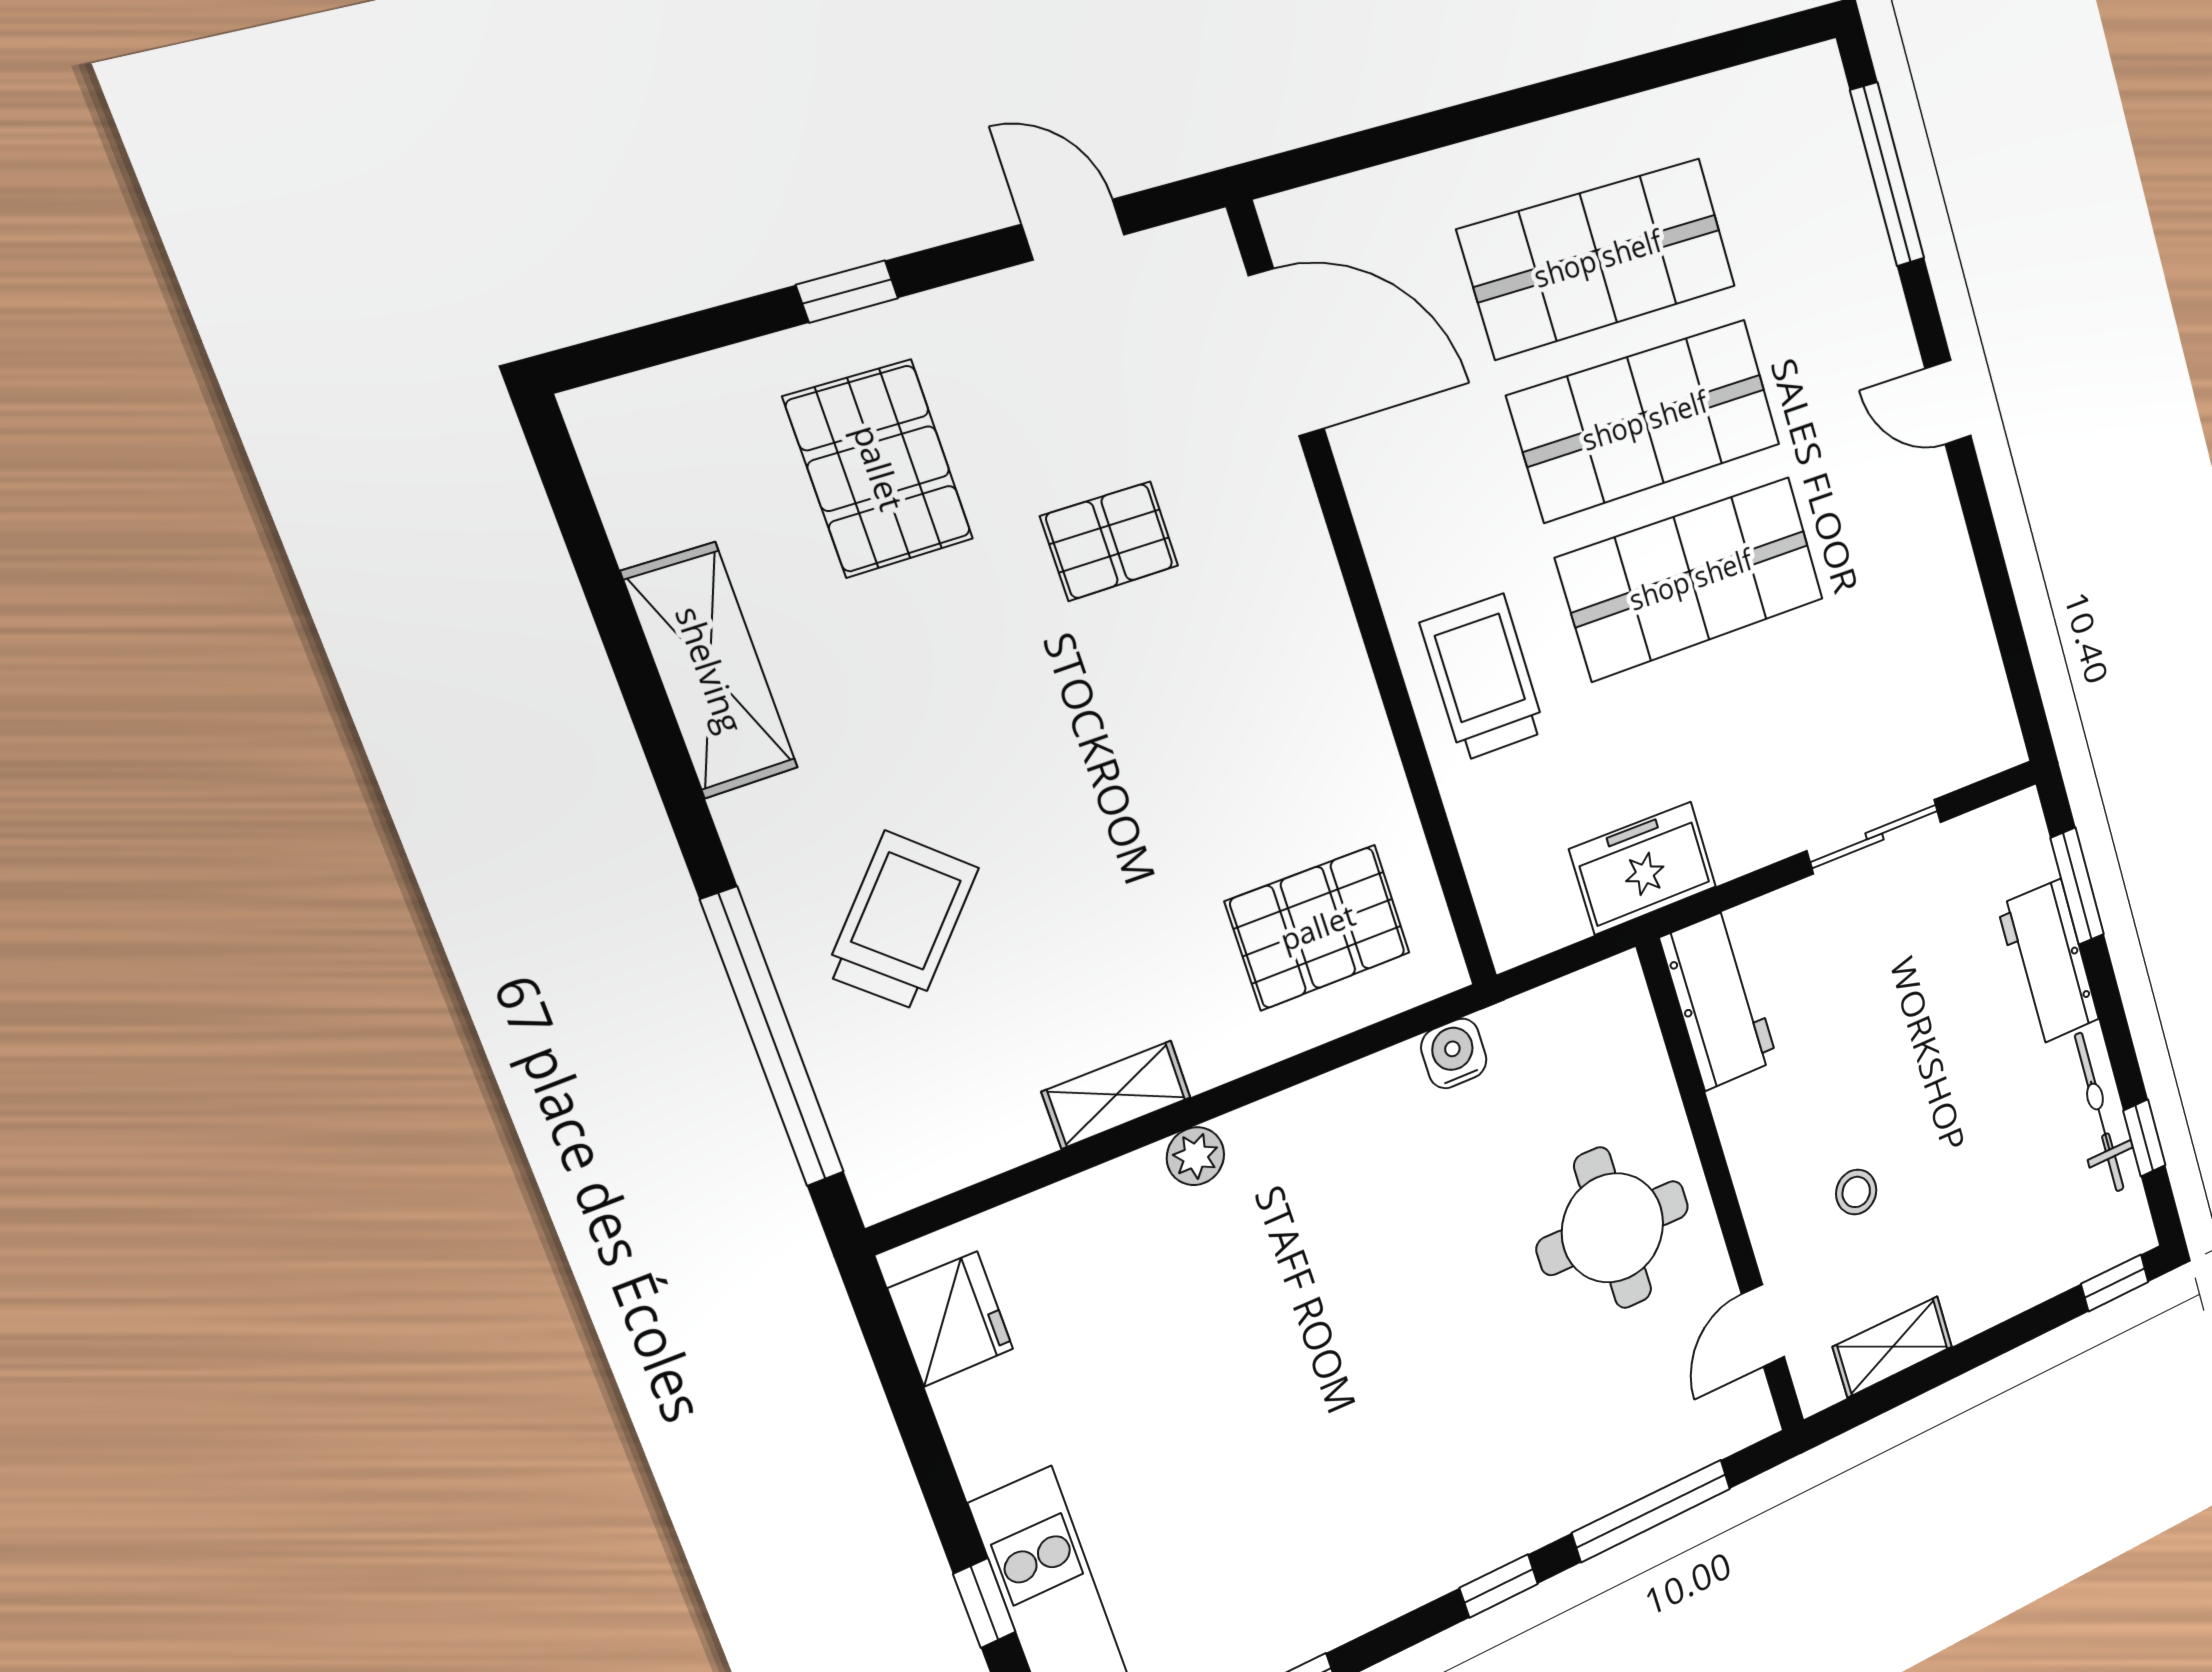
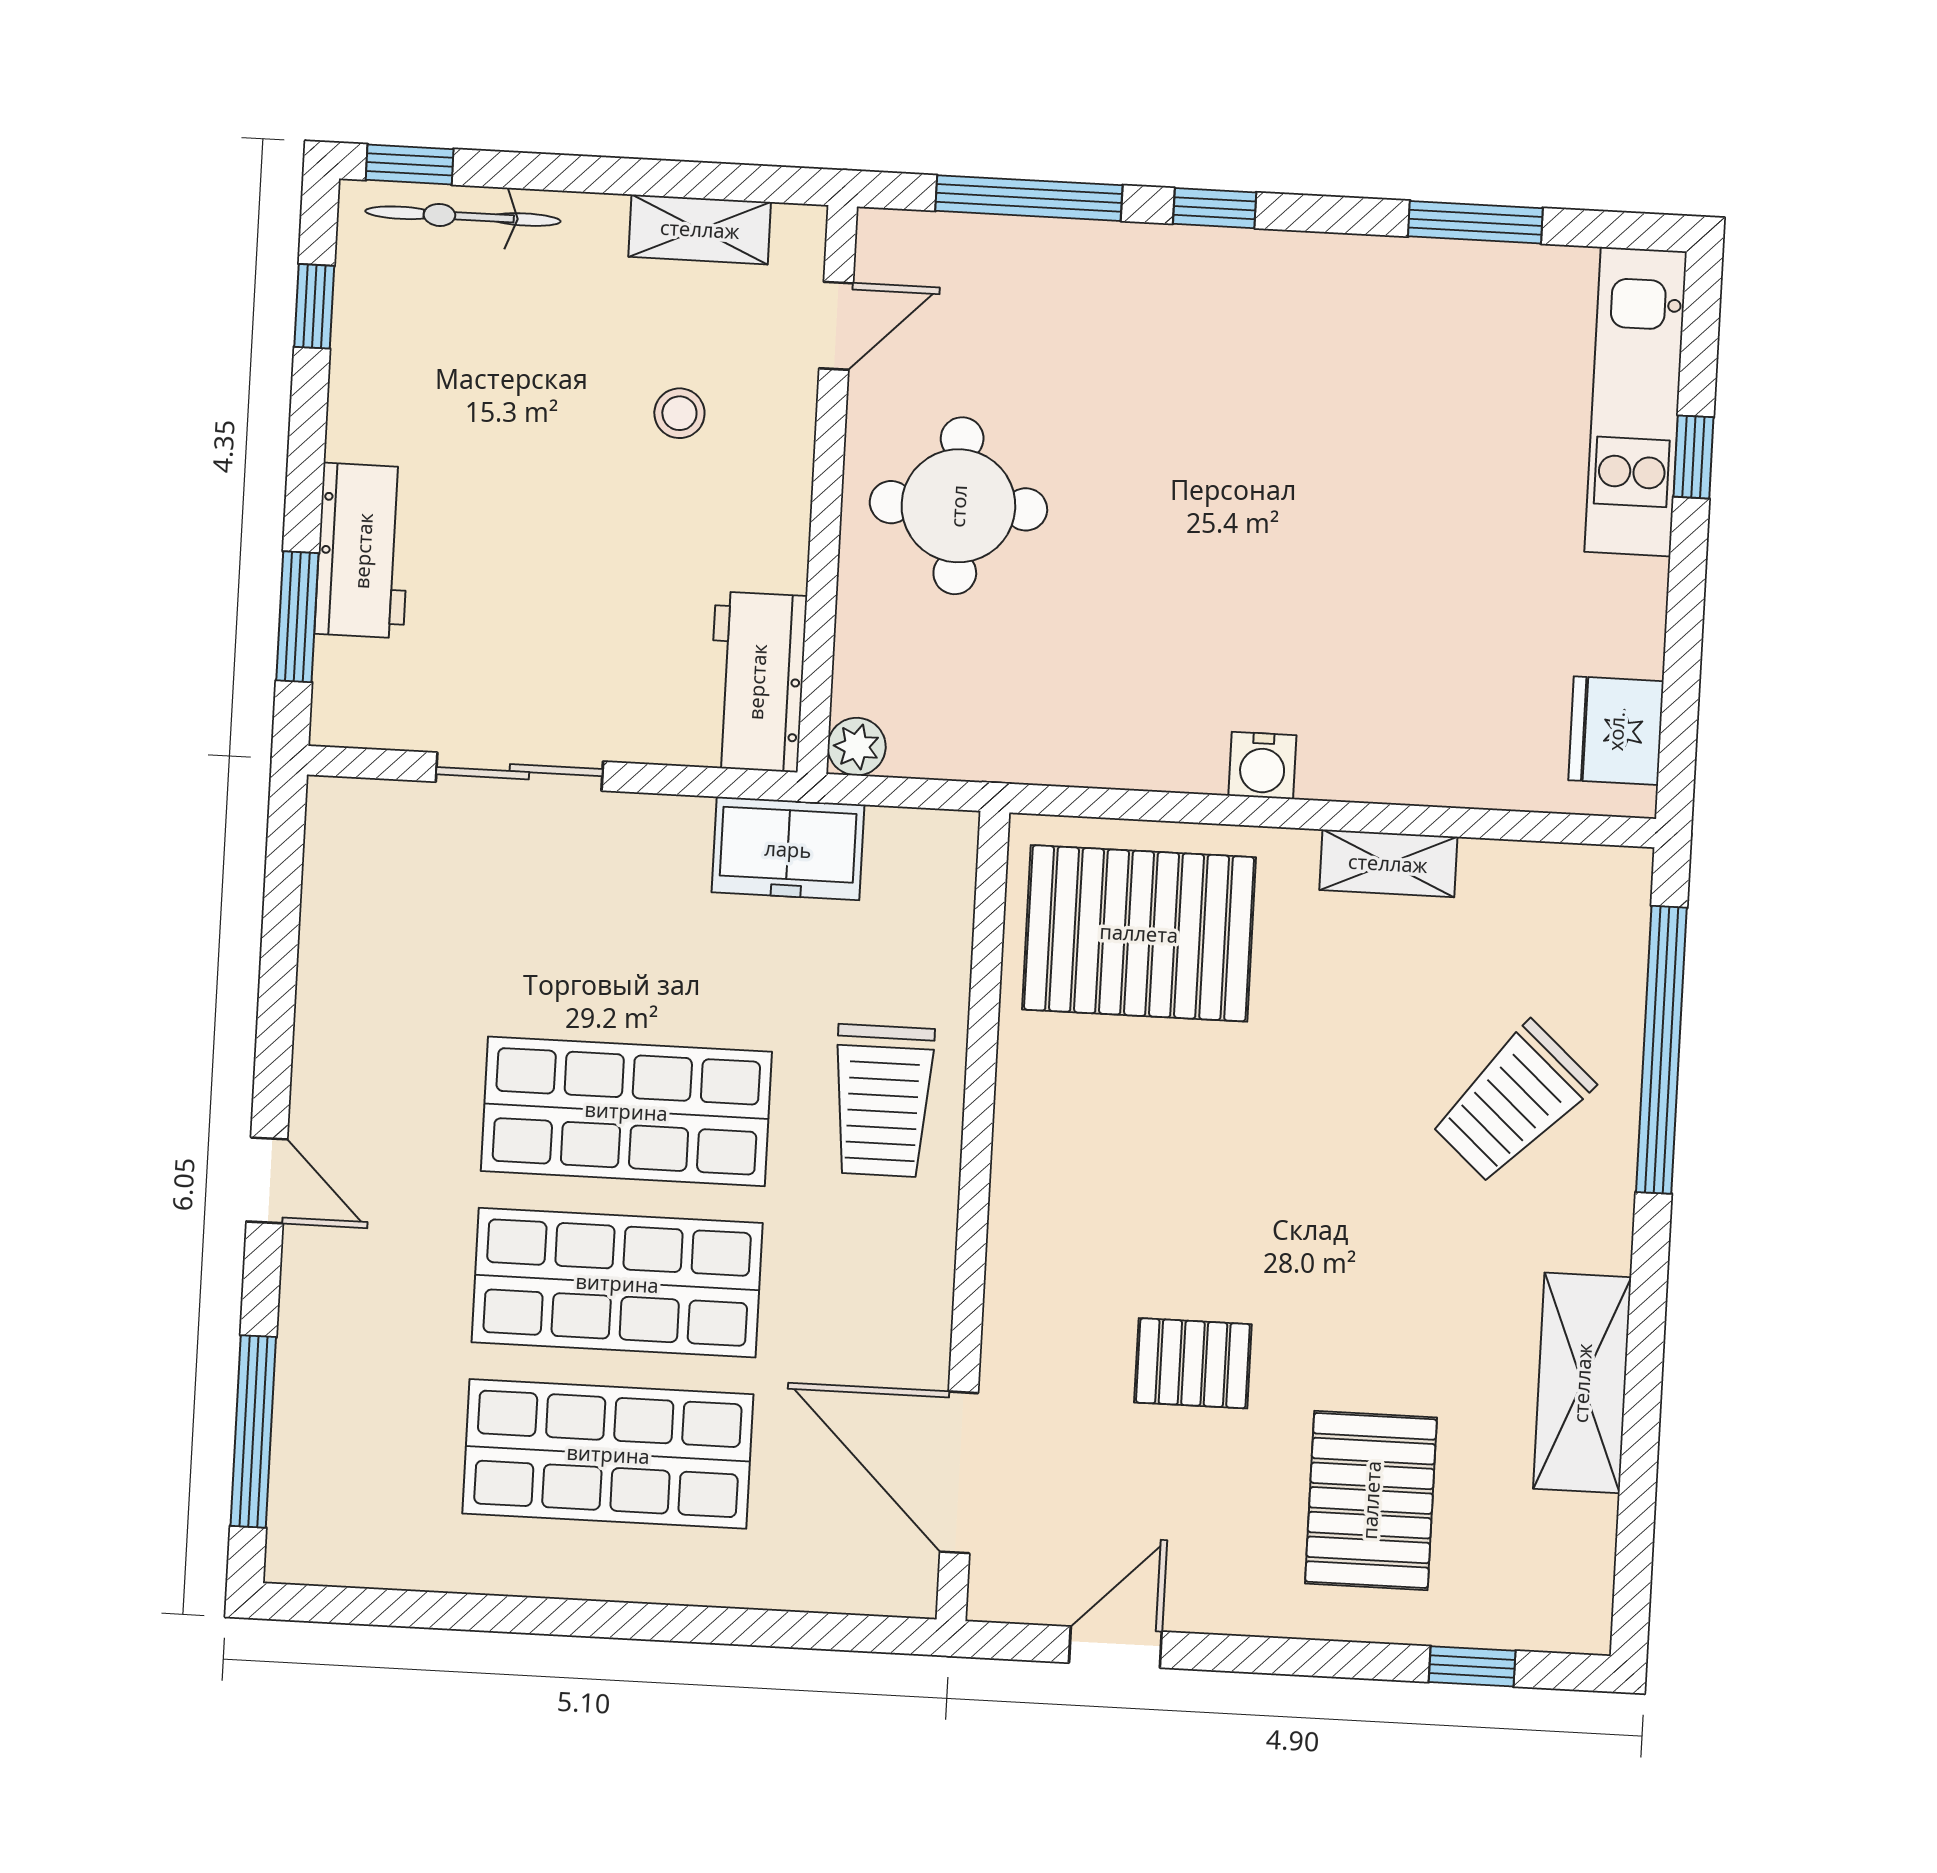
door: (1073, 229) -> (1115, 1647), swing flipped
window: (847, 292) -> (1472, 1666), moved
pallet: (1318, 927) -> (1139, 933), width x1.37, depth x1.41
water cooler: (1454, 1053) -> (1262, 765), moved
bicycle: (2099, 1112) -> (463, 216), moved, turned 90
plant: (1195, 1156) -> (857, 747), moved

